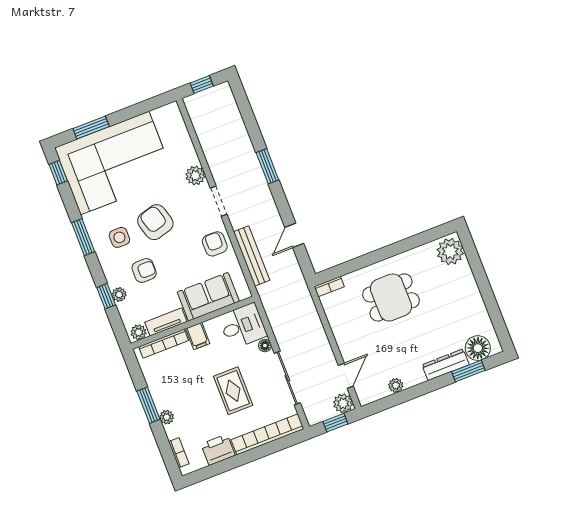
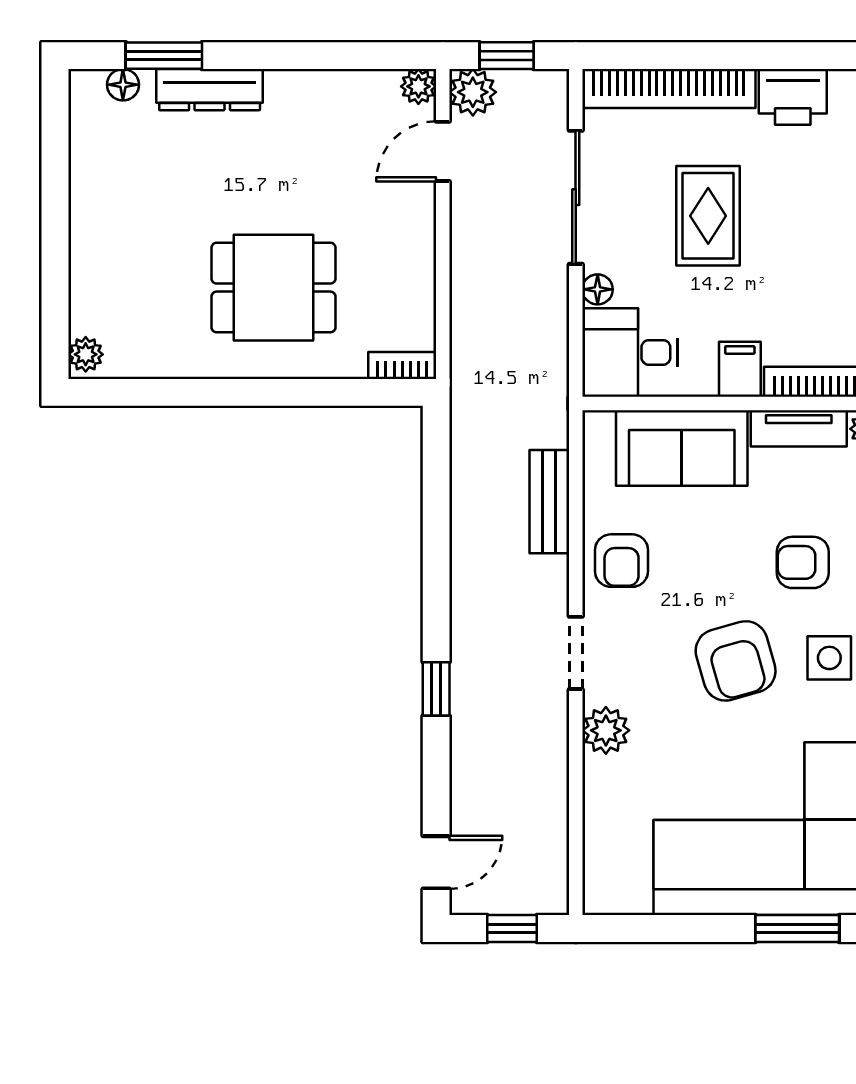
window: (267, 166) -> (436, 689), width x0.67
door: (294, 235) -> (436, 862), moved
plant: (450, 251) -> (86, 354), width x0.53, depth x0.53
bench: (252, 256) -> (549, 502), width x0.73
floor lamp: (478, 348) -> (123, 85), width x0.53, depth x0.53
plant: (396, 385) -> (418, 86), moved

